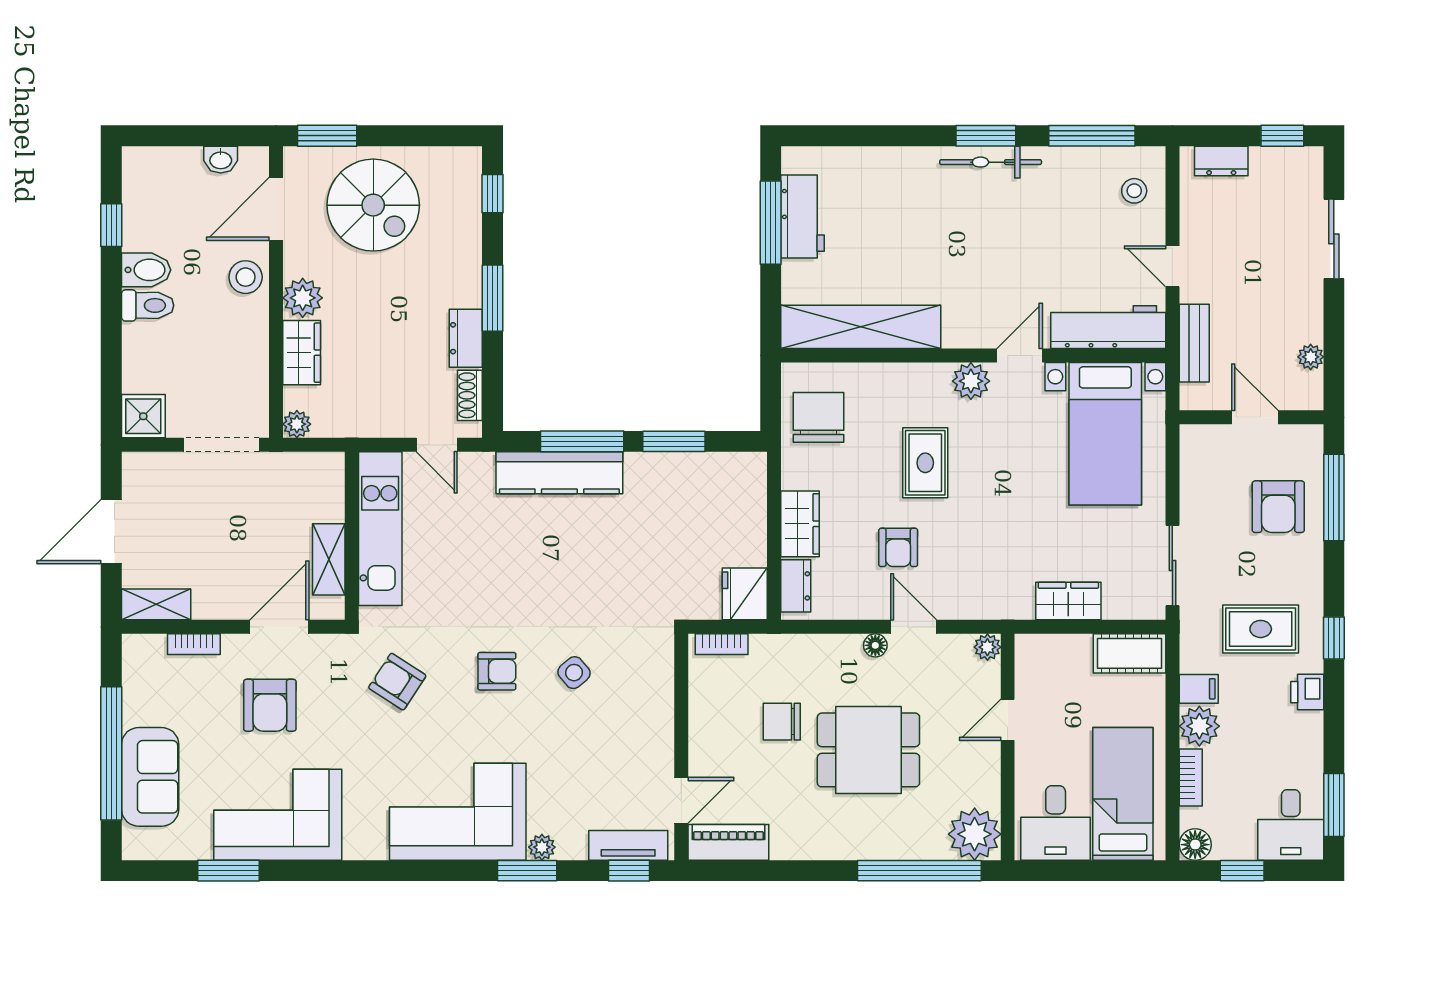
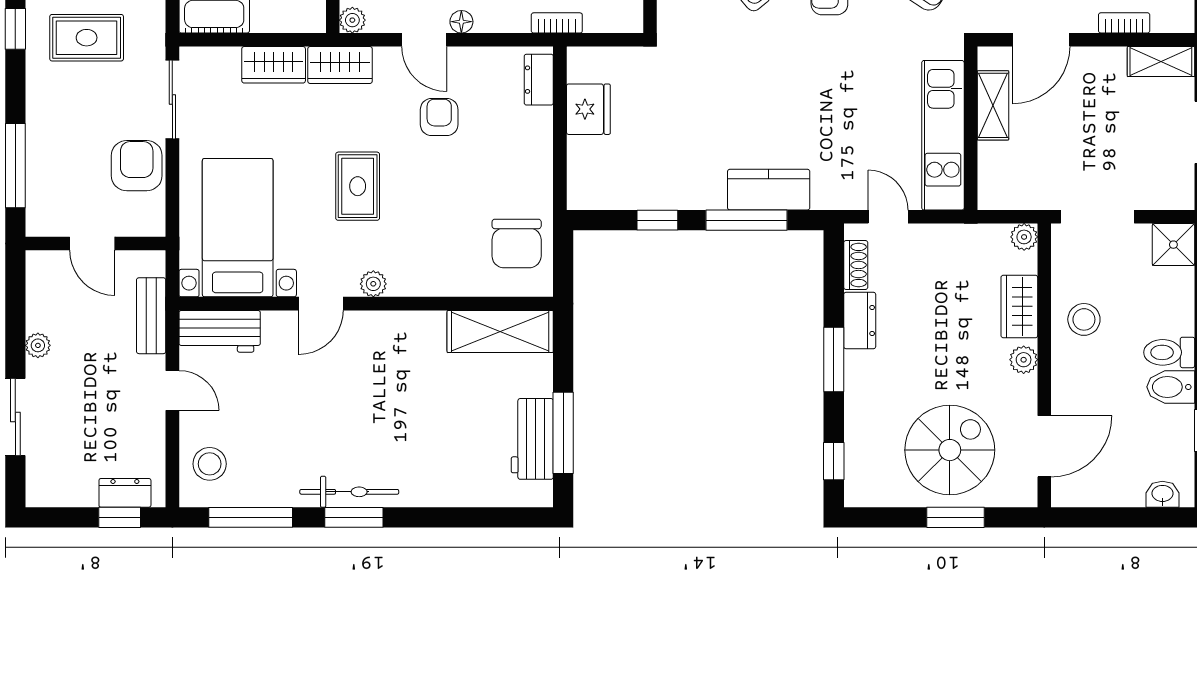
window: (327, 136) -> (955, 517), moved
window: (1282, 136) -> (120, 517), moved
washbasin: (221, 160) -> (1162, 494), moved
stool: (1134, 191) -> (210, 464), width x1.37, depth x1.37
spiral stairs: (373, 205) -> (950, 450), turned 90
stool: (246, 277) -> (1084, 319), moved
plant: (303, 298) -> (1024, 360), width x0.73, depth x0.73
shelving: (861, 327) -> (500, 332), width x0.68
workbench: (1108, 327) -> (220, 331), width x0.73
plant: (1311, 357) -> (38, 345), moved
plant: (971, 381) -> (373, 284), width x0.73, depth x0.73
window: (674, 441) -> (657, 220), width x0.67
rug: (925, 463) -> (358, 186), moved
kitchen counter: (559, 473) -> (769, 190), width x0.67
armchair: (1278, 507) -> (137, 166), moved
wardrobe: (800, 524) -> (340, 65), moved, turned -90
fridge: (745, 594) -> (588, 109), moved
bookcase: (722, 644) -> (557, 23), moved

